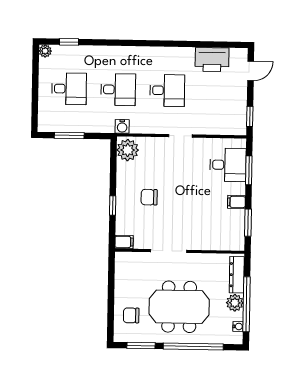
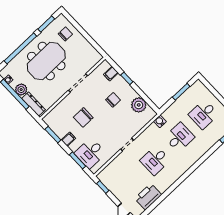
desk: (118, 90) -> (179, 137), turned 180
plant: (128, 150) -> (139, 105), moved
chair: (198, 210) -> (83, 117), added
filing cabinet: (124, 242) -> (111, 74), moved

